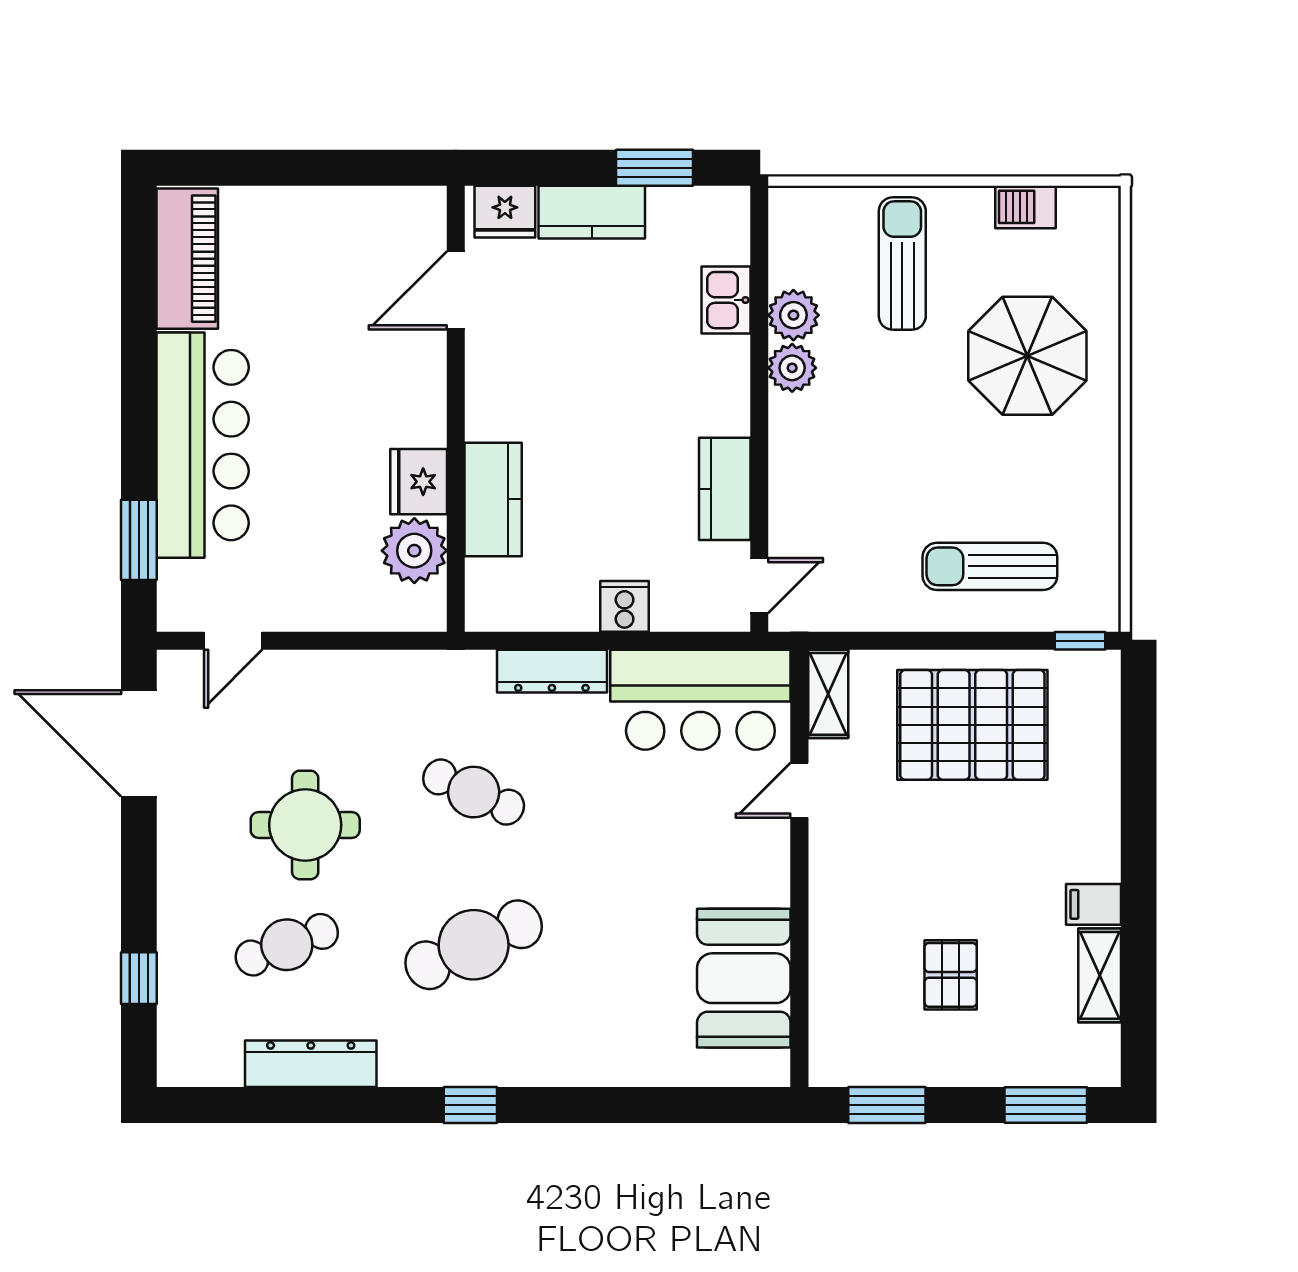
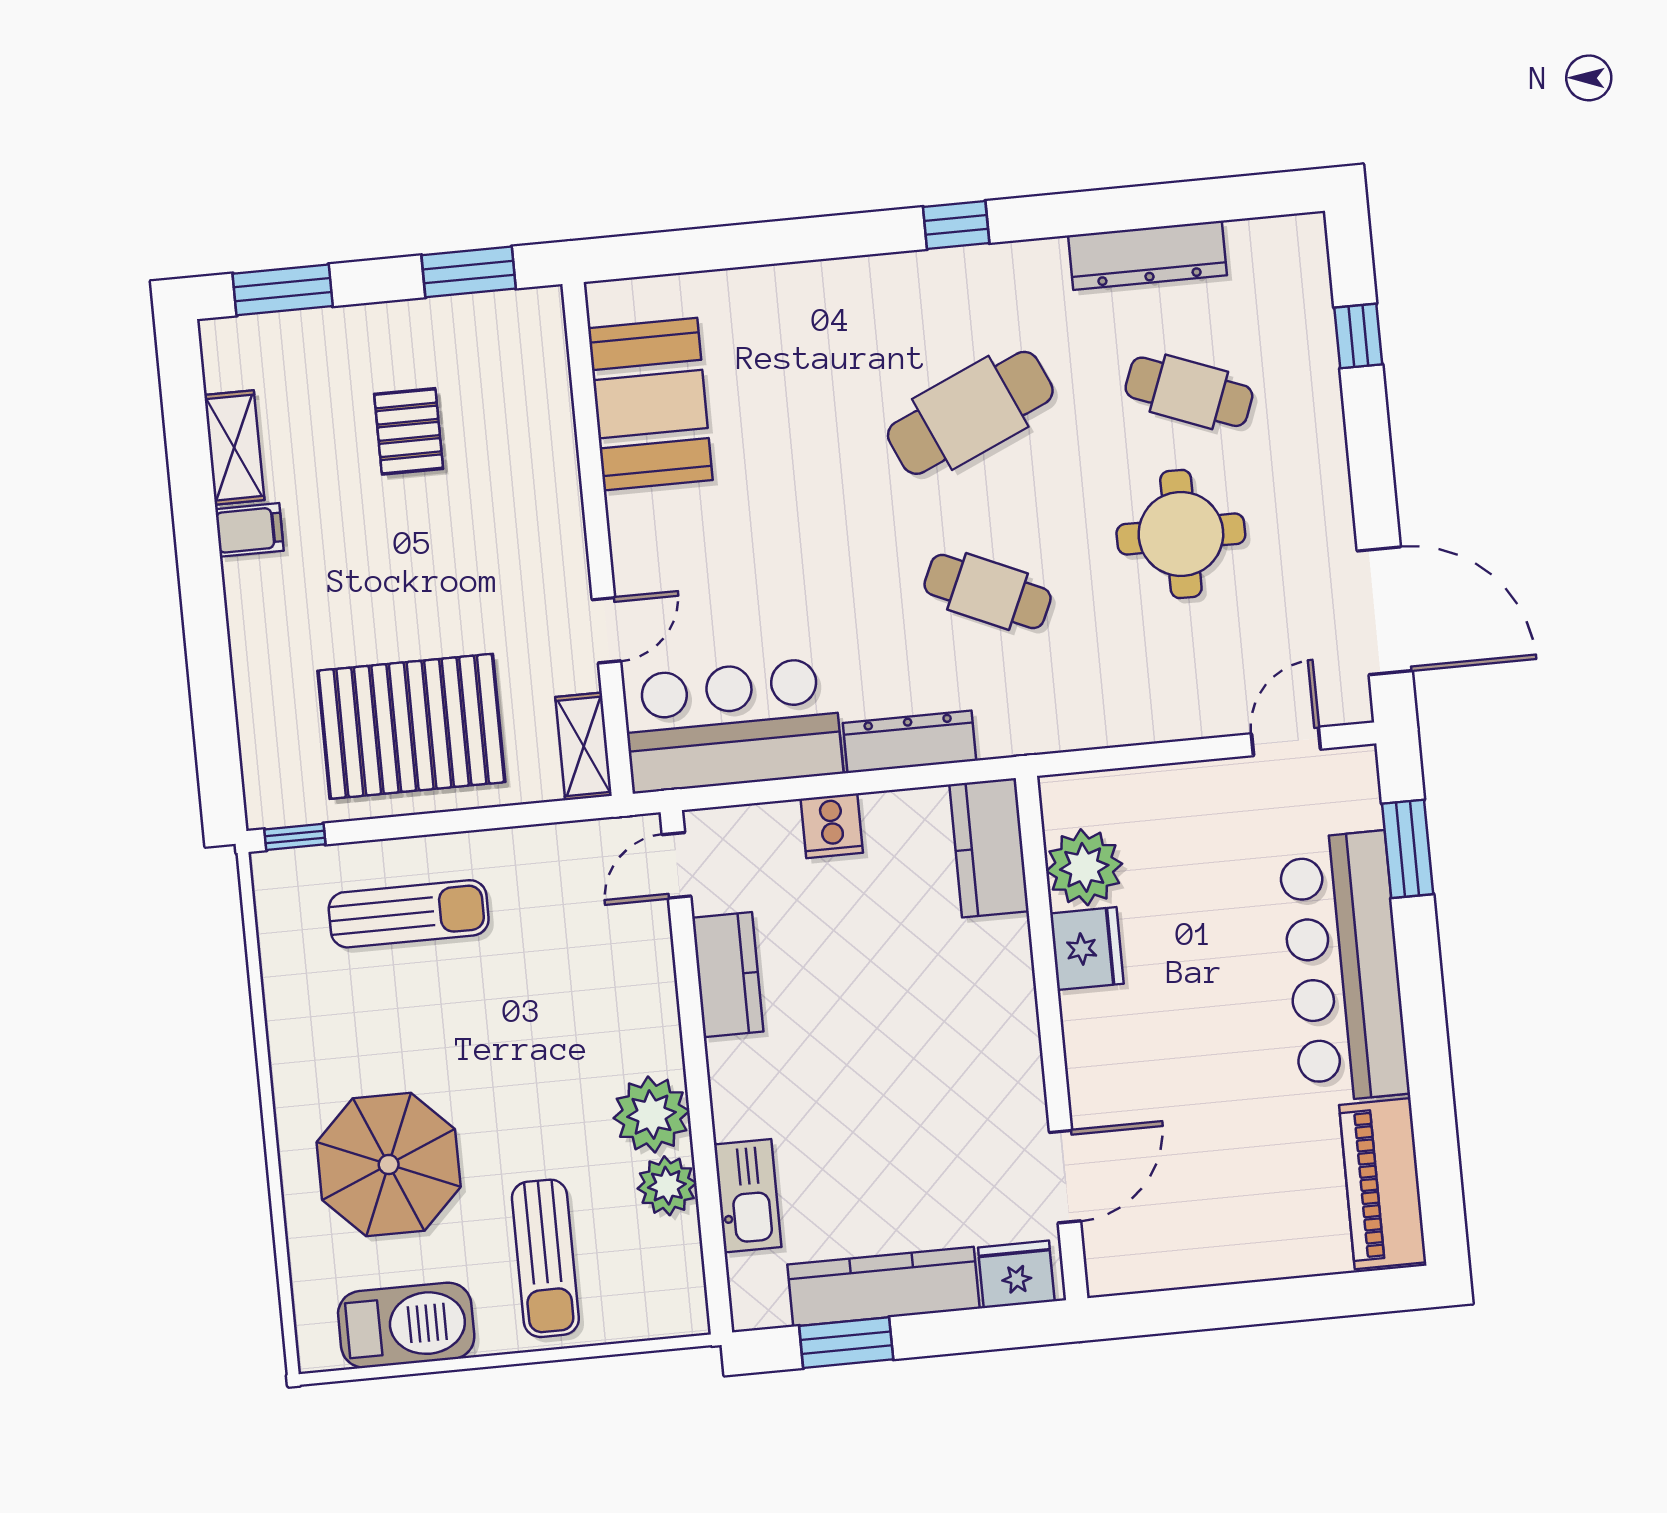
barbecue: (1026, 207) -> (406, 1325), width x1.88, depth x1.53
kitchen counter: (592, 212) -> (884, 1287), width x1.50
kitchen sink: (726, 300) -> (748, 1196), width x1.38
plant: (792, 368) -> (651, 1115), width x1.36, depth x1.36
kitchen counter: (493, 499) -> (989, 848), moved
cafe table: (287, 945) -> (1189, 392), turned 42

